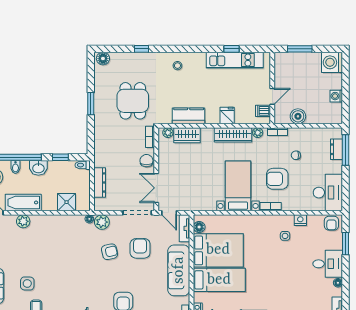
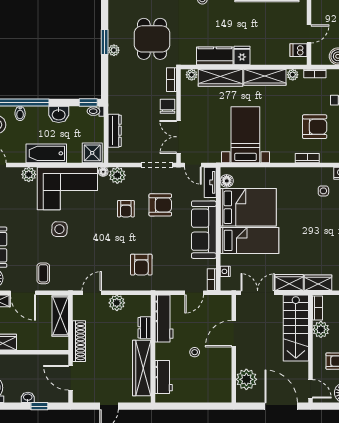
plant: (99, 111) -> (114, 50), added
fridge: (227, 116) -> (242, 55), moved
wardrobe: (187, 135) -> (220, 78), width x1.50
window: (60, 157) -> (88, 102), moved
washbasin: (38, 168) -> (59, 114), moved
armchair: (277, 179) -> (315, 127), turned 180
bed with nightstands: (238, 186) -> (245, 135), moved
bathtub: (23, 202) -> (46, 153), moved
shower: (67, 202) -> (92, 153), moved
corner sofa: (58, 234) -> (67, 188), added
armchair: (140, 248) -> (160, 205), turned 90
armchair: (110, 252) -> (126, 209), turned 103
side table: (27, 283) -> (59, 229), moved

